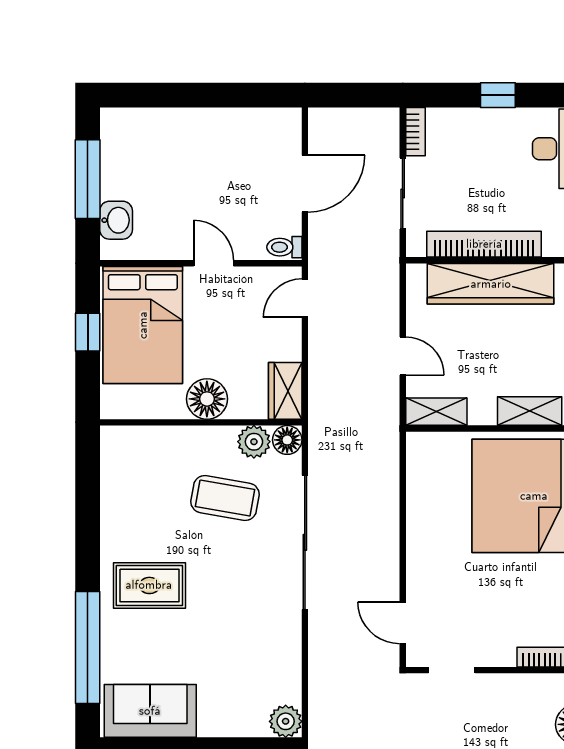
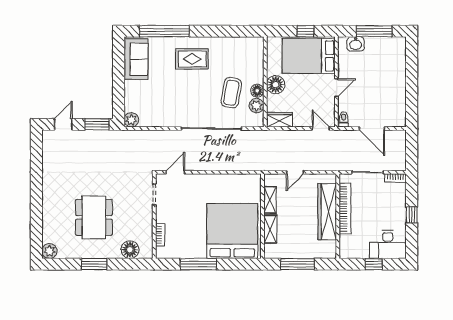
shelving: (436, 412) -> (270, 200), moved
floor lamp: (287, 440) -> (257, 91), moved
rug: (149, 585) -> (192, 59), turned 90

